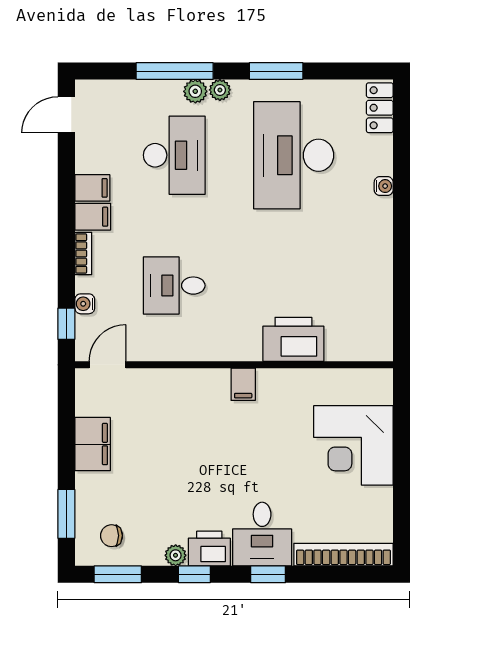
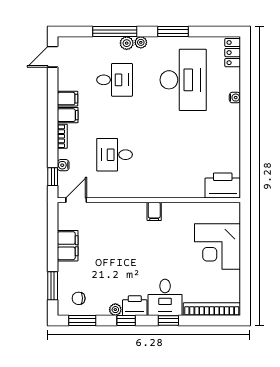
desk: (174, 155) -> (115, 80), width x0.73
desk: (294, 155) -> (183, 80), turned 180
printer: (293, 339) -> (223, 186), moved

